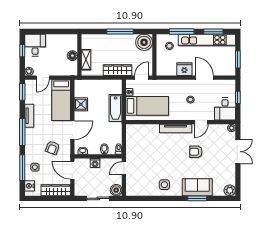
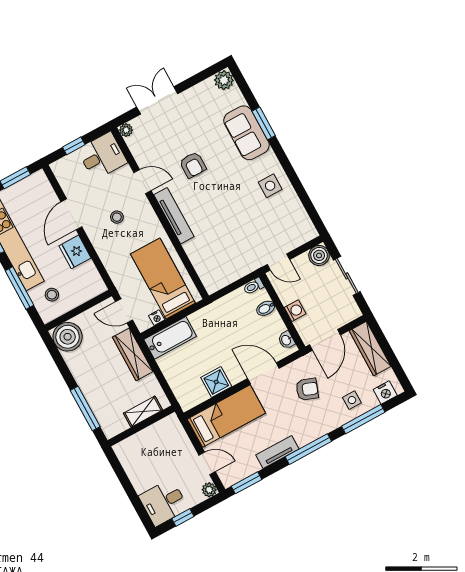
window: (120, 32) -> (85, 409), moved
floor lamp: (72, 56) -> (148, 436), removed
bathtub: (115, 108) -> (170, 338), moved

